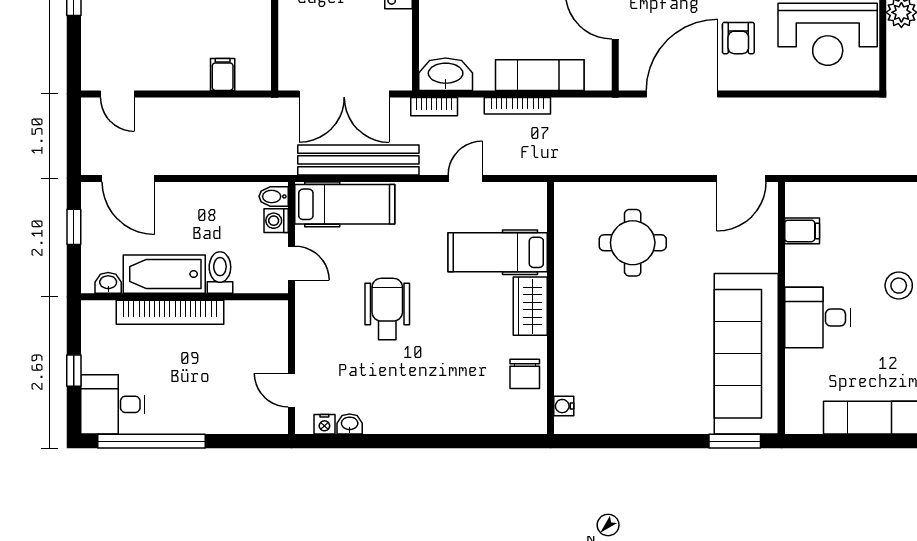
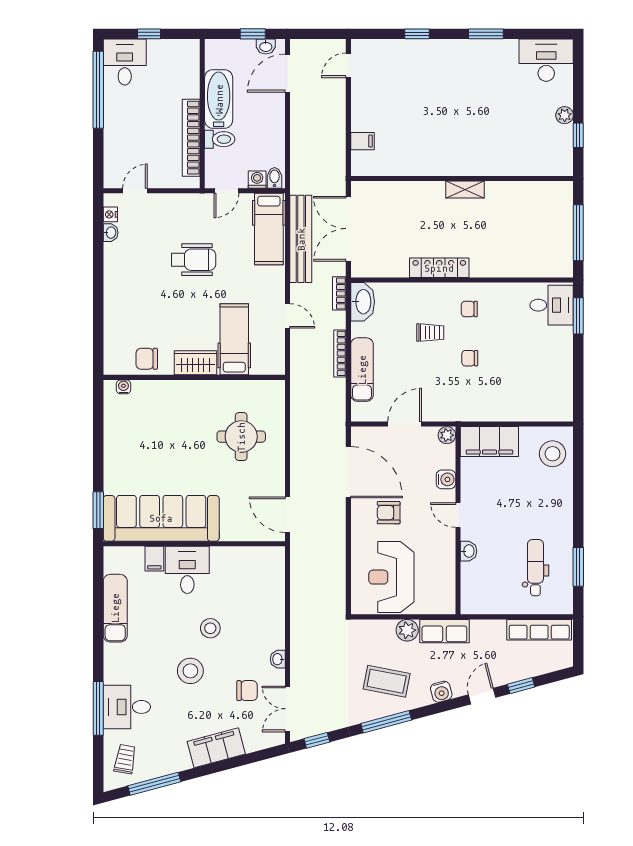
filing cabinet: (802, 231) -> (154, 559), moved
washbasin: (108, 283) -> (266, 46), moved, turned 90
bookcase: (170, 312) -> (191, 138), moved

